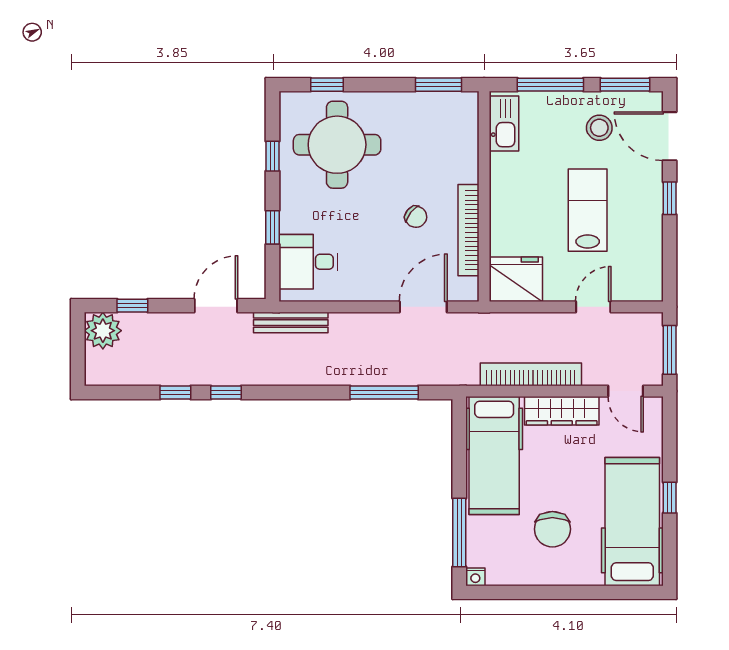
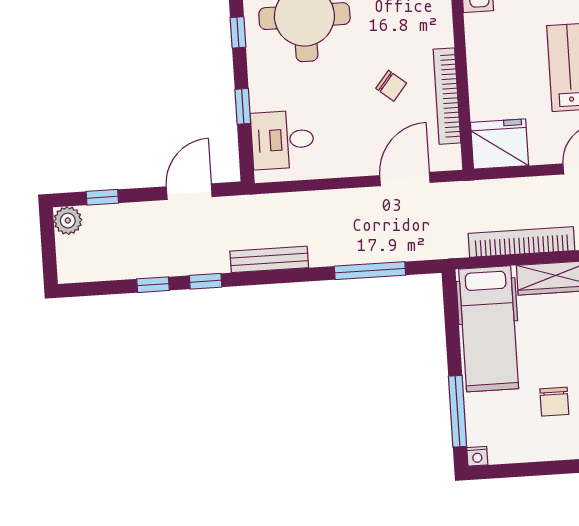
bench: (291, 323) -> (269, 259), moved
plant: (103, 331) -> (68, 221), width x0.73, depth x0.73
chair: (552, 529) -> (554, 402), width x0.73, depth x0.73

